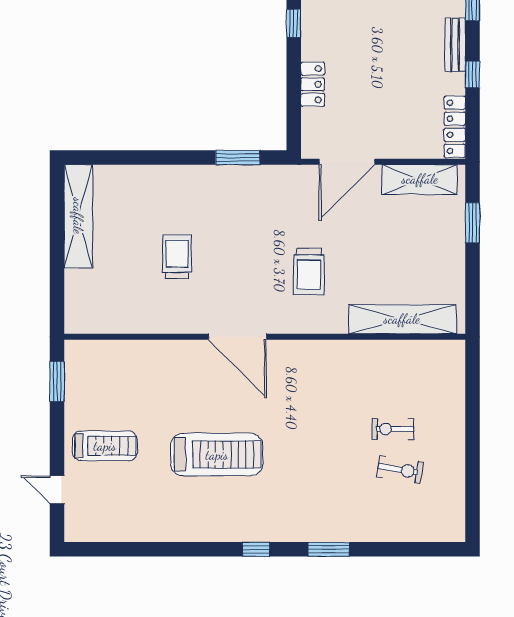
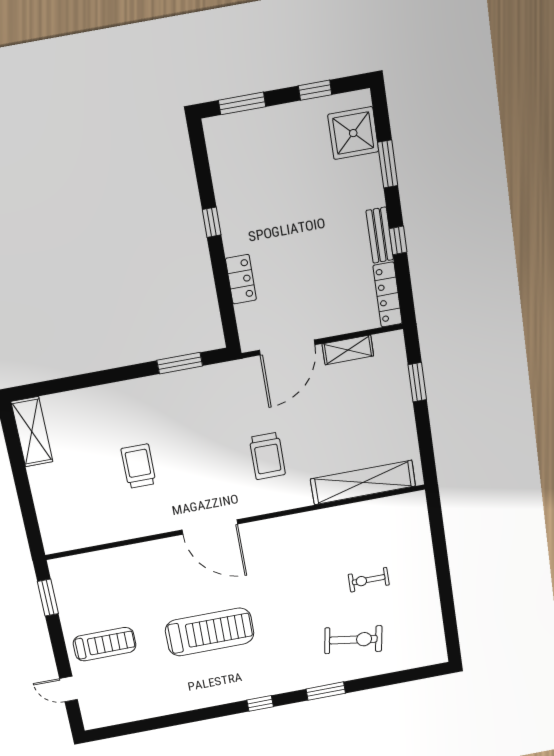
bench: (455, 45) -> (380, 235), moved
shelving: (420, 179) -> (348, 350), width x0.67, depth x0.75
shelving: (78, 216) -> (32, 432), width x0.68
exercise bike: (400, 470) -> (353, 640), moved, width x1.38, depth x1.39

